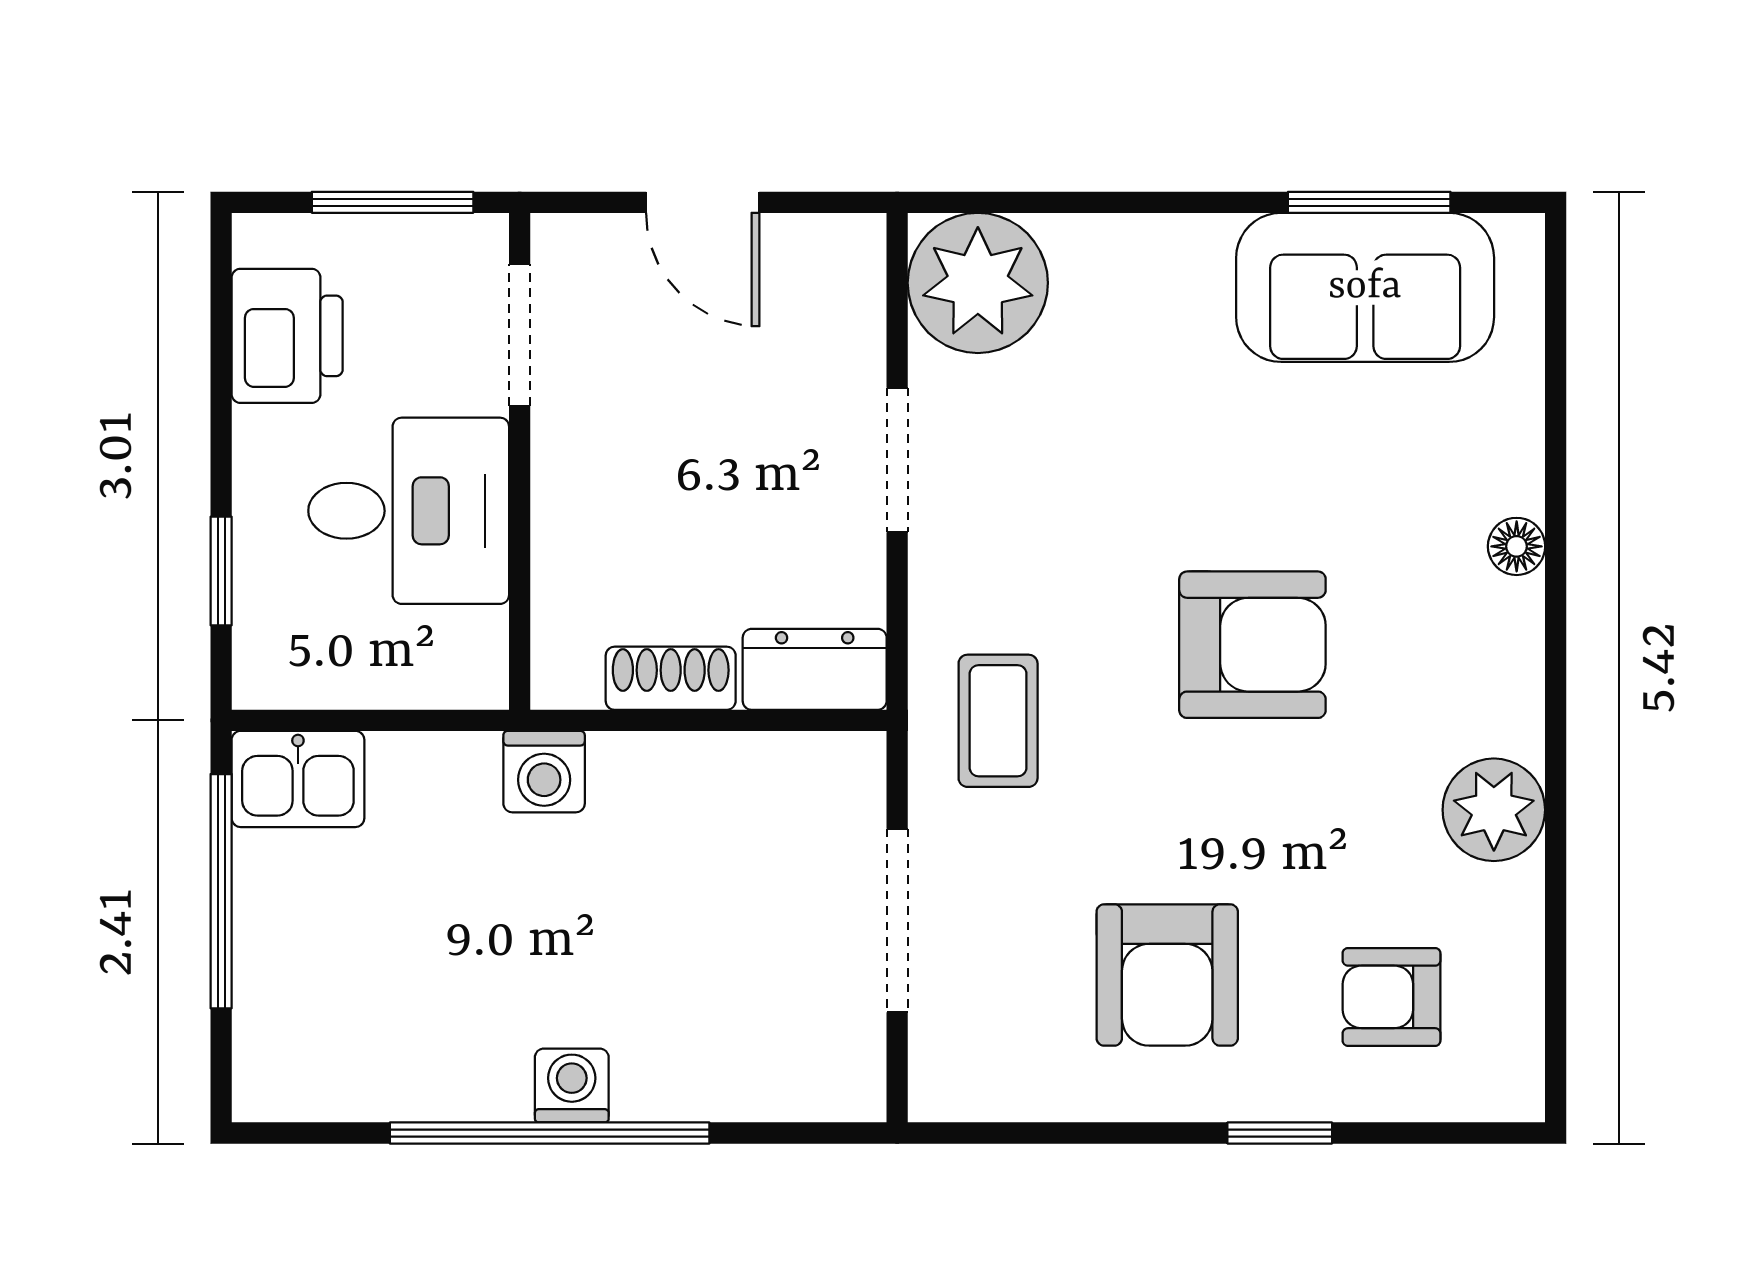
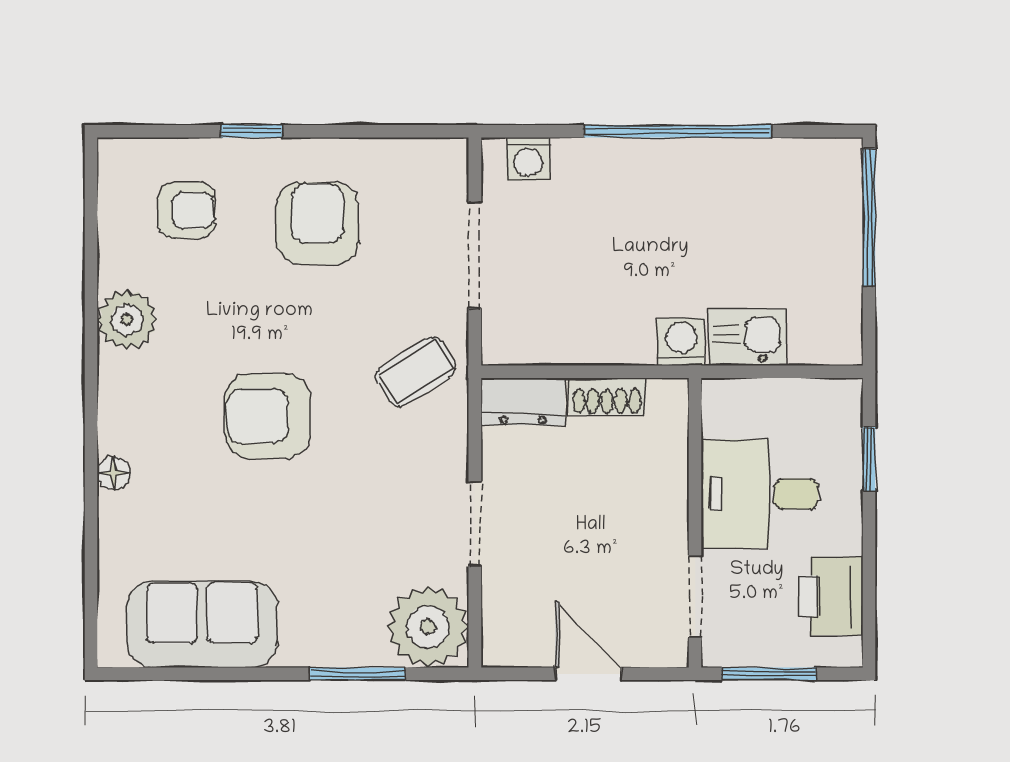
window: (1369, 202) -> (357, 674), moved
coffee table: (998, 721) -> (416, 372), turned 58
kitchen sink: (298, 779) -> (747, 338), moved
window: (221, 891) -> (869, 217), moved
washing machine: (572, 1086) -> (528, 159), moved

